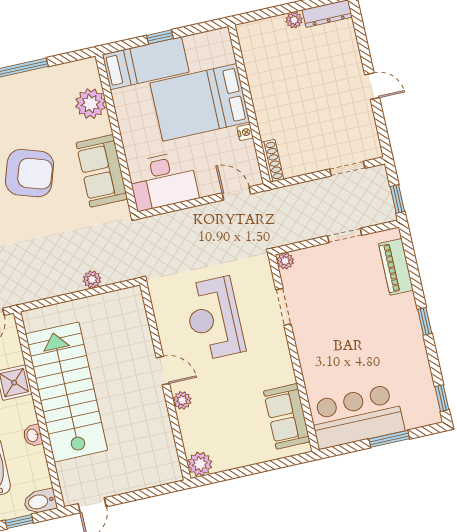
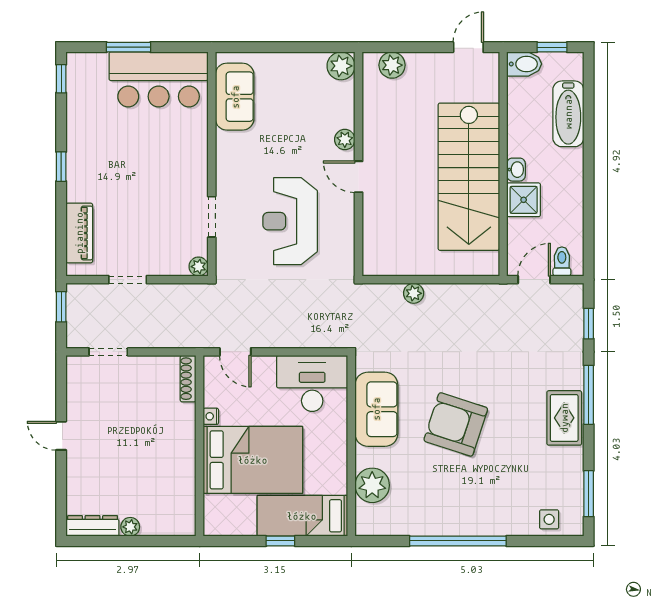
reception desk: (214, 318) -> (290, 221), turned 180
washbasin: (33, 435) -> (516, 170), moved
plant: (155, 475) -> (392, 65), added

